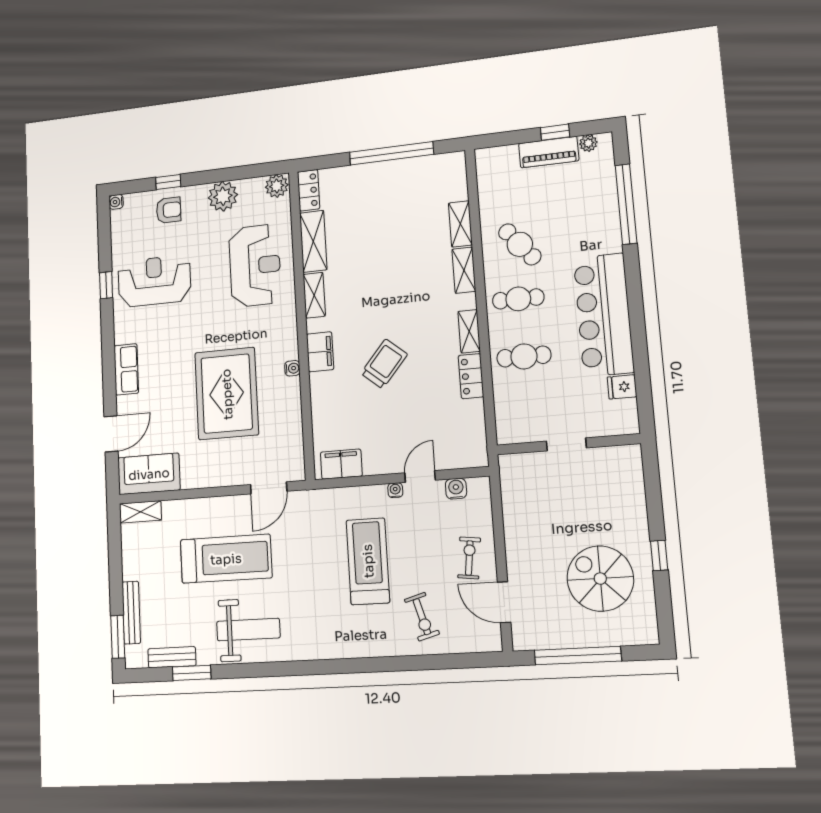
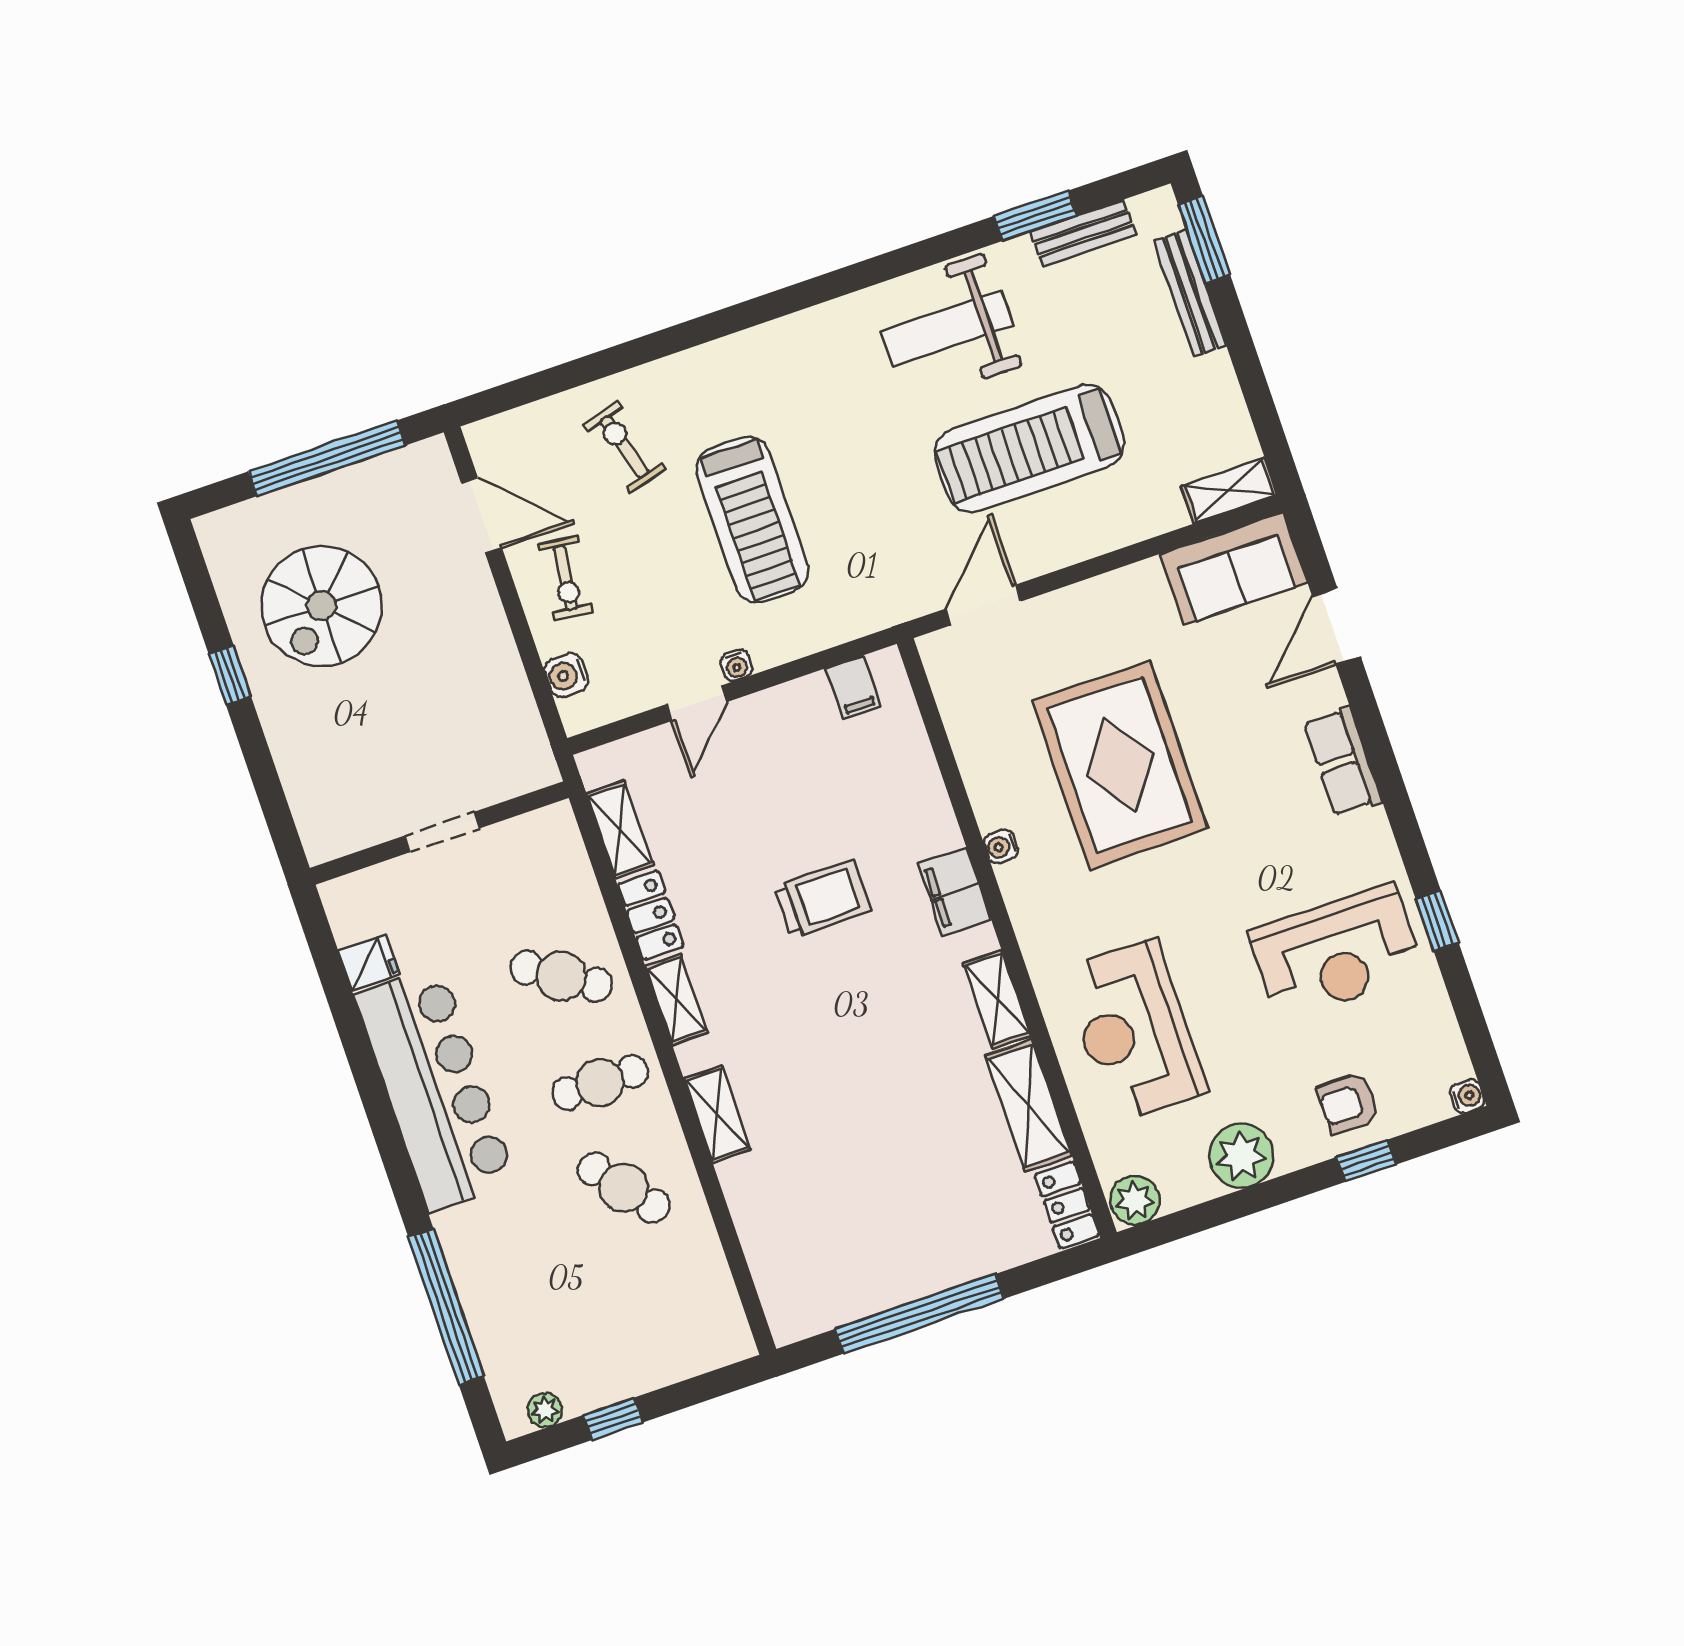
piano: (549, 152) -> (615, 1378), removed
shelving: (460, 224) -> (620, 829), moved
cafe table: (524, 356) -> (561, 976), turned 33
trolley: (384, 364) -> (823, 899), turned -130
filing cabinet: (341, 464) -> (853, 687), width x0.50
water cooler: (456, 489) -> (566, 675), moved, turned 90
spiral stairs: (600, 579) -> (322, 606), turned 90

